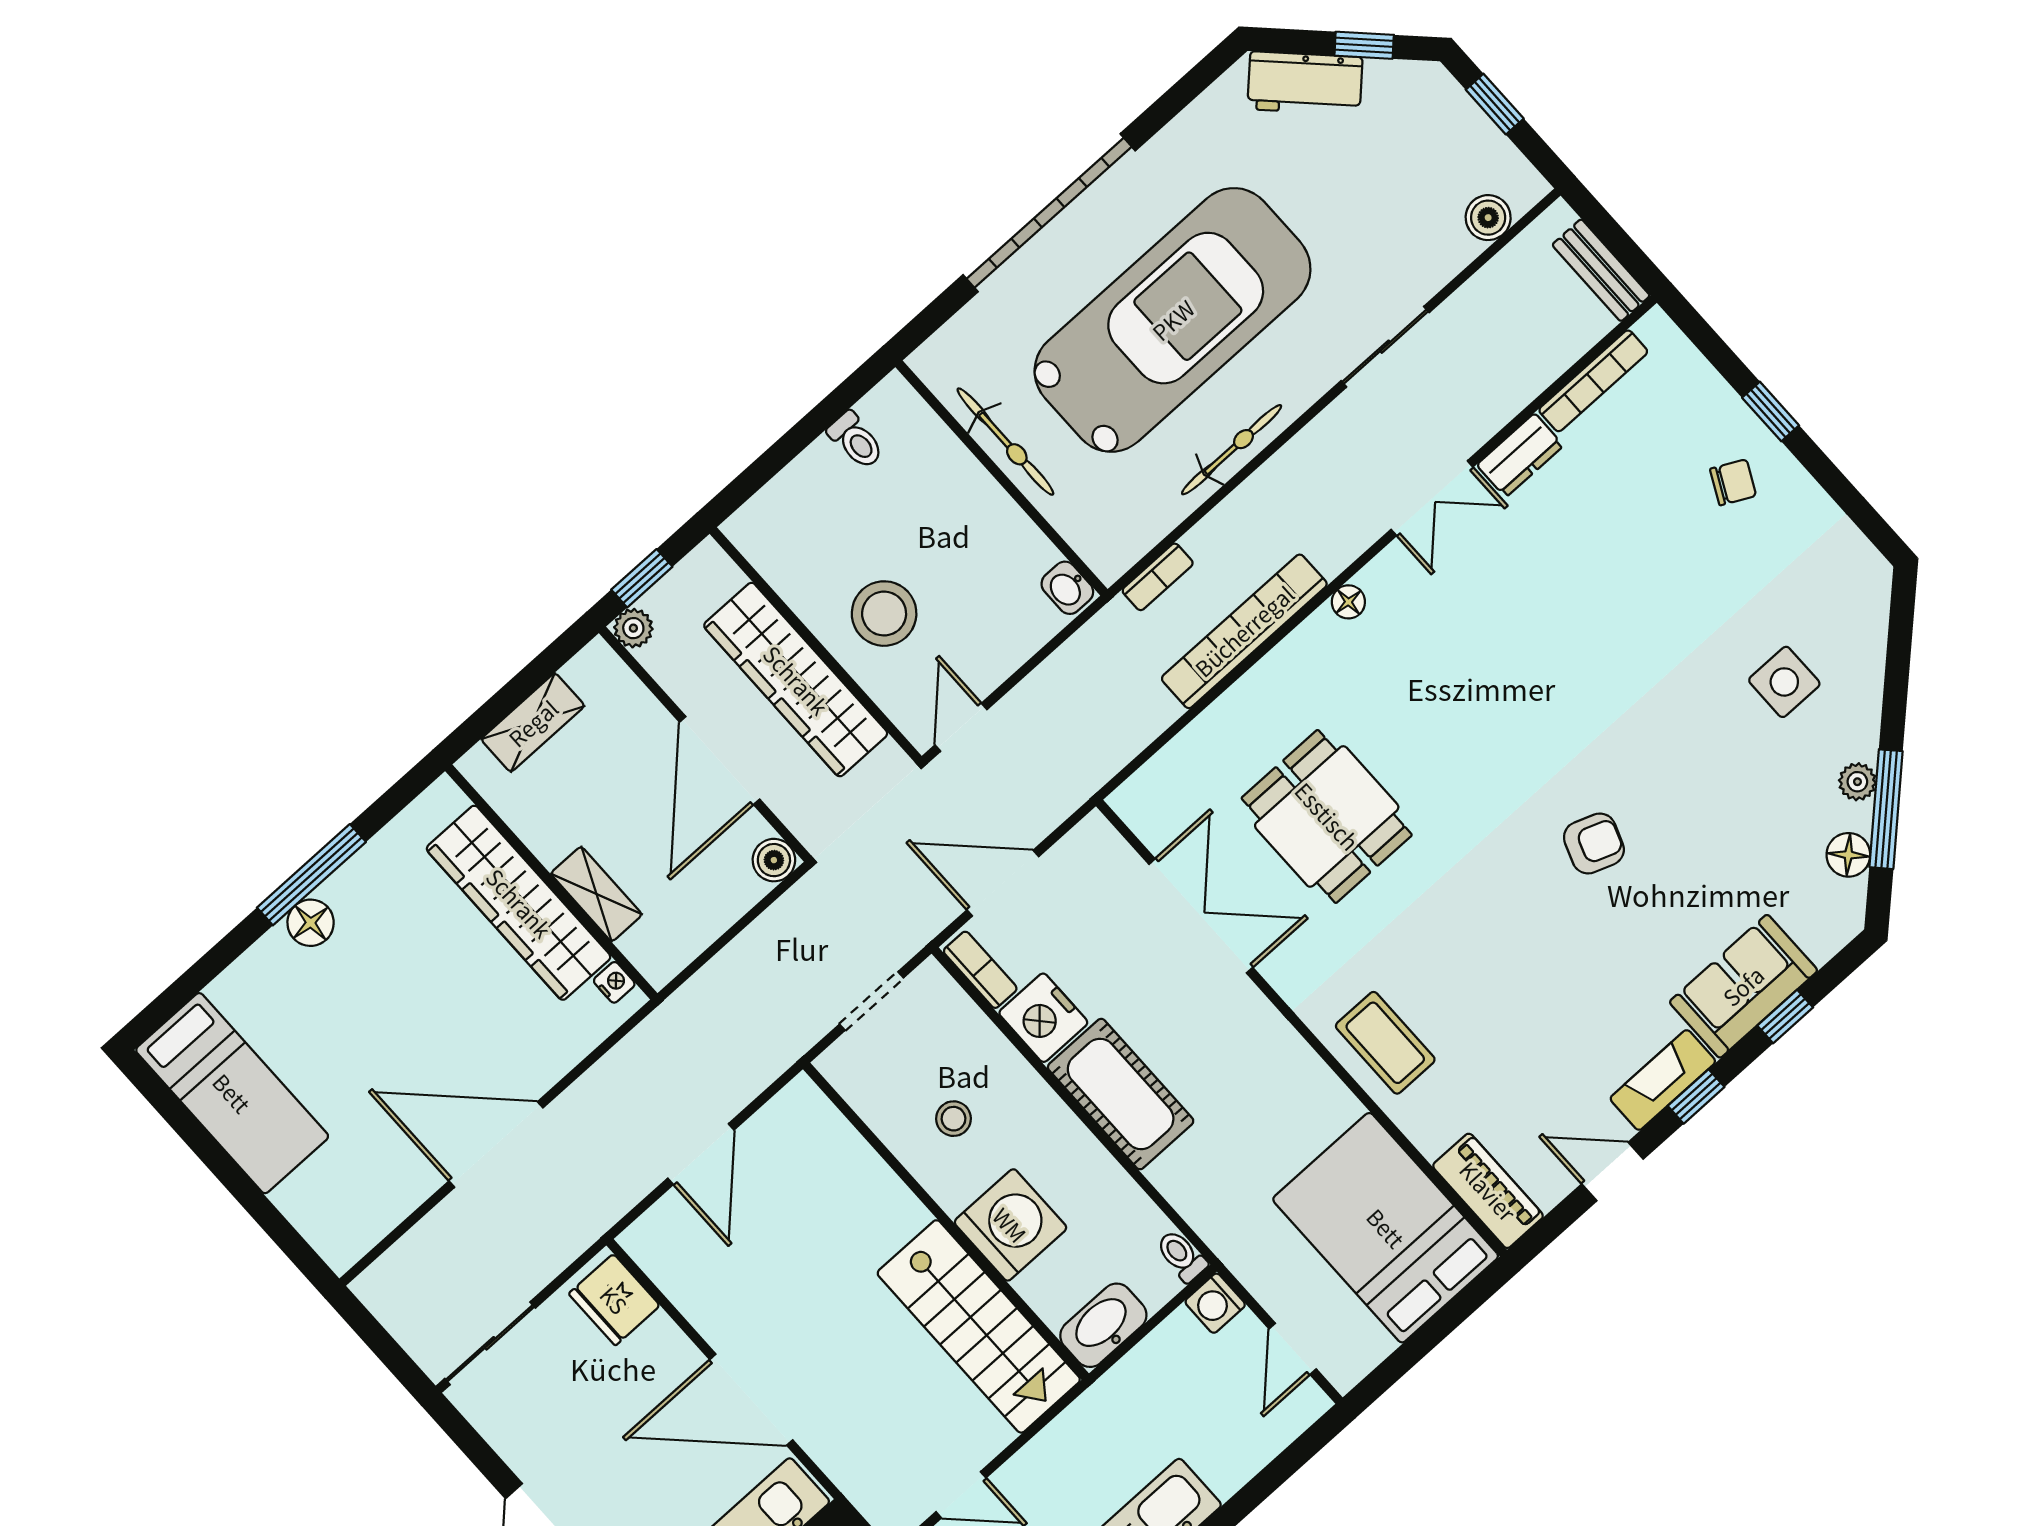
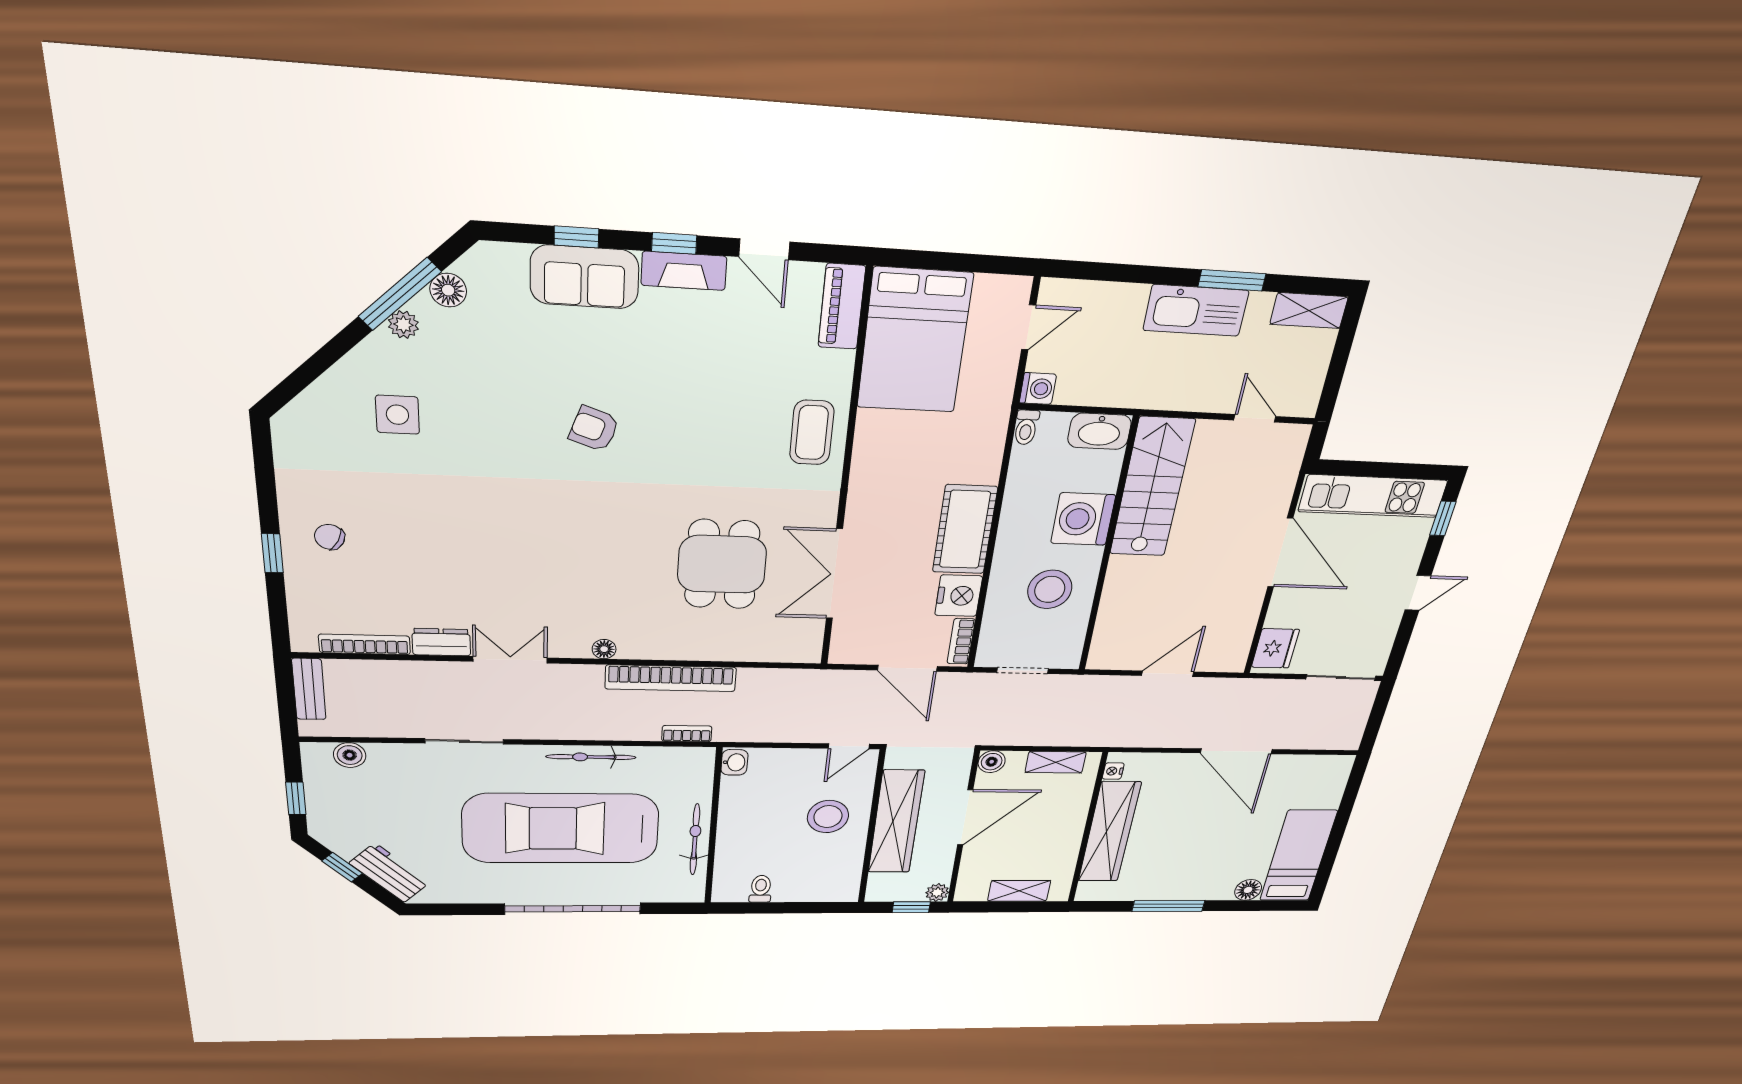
shelving: (596, 894) -> (1056, 762), moved, turned 90
floor lamp: (311, 923) -> (1248, 890), moved
stool: (953, 1119) -> (1050, 589), width x1.89, depth x1.89

